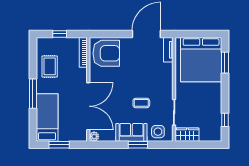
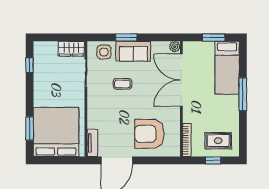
armchair: (106, 53) -> (149, 134), moved
rug: (50, 66) -> (218, 141), moved, turned 90

